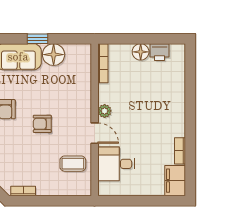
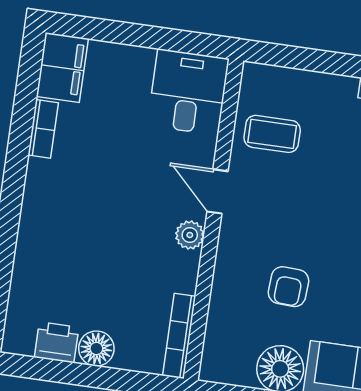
armchair: (42, 124) -> (288, 287), moved, turned 93
desk: (116, 164) -> (188, 92), moved, turned -90

